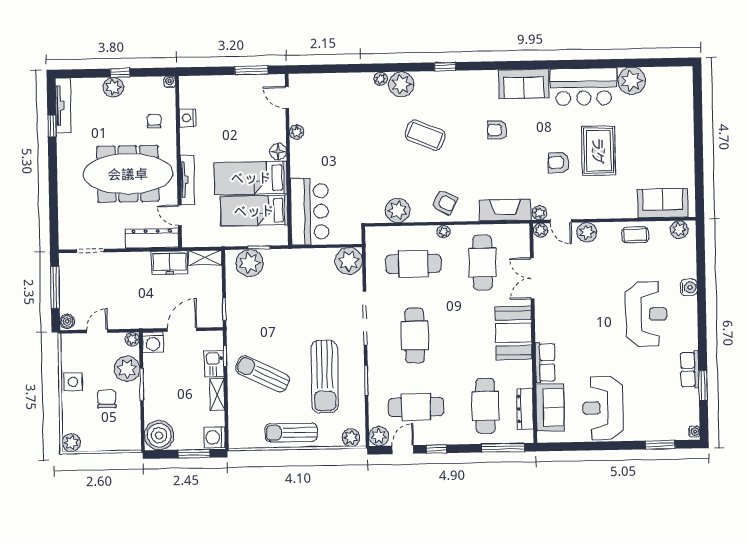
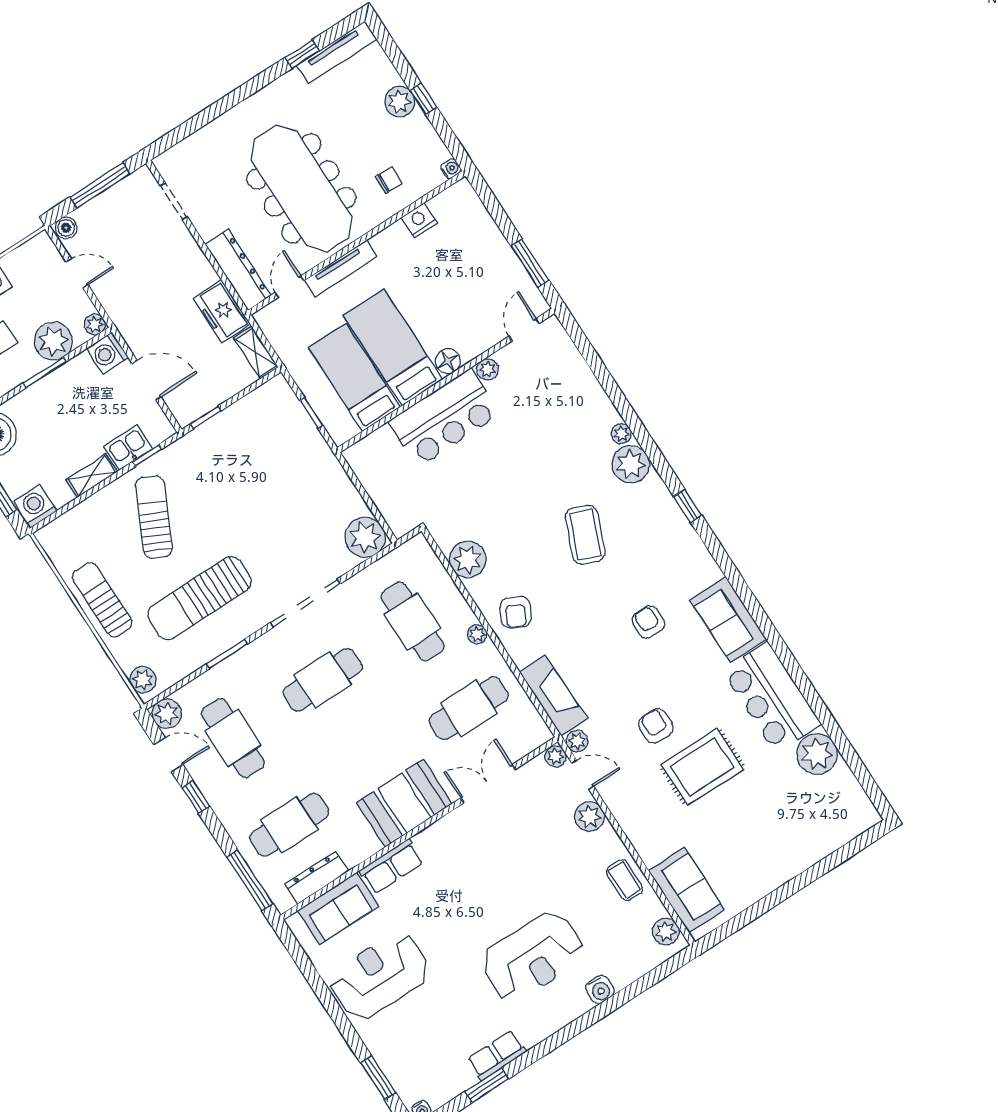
bar counter: (310, 211) -> (444, 418), moved
door: (561, 221) -> (583, 775), swing flipped
plant: (250, 263) -> (284, 413), removed

